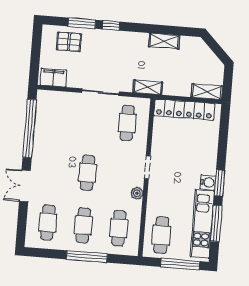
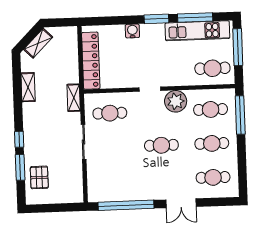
filing cabinet: (53, 78) -> (75, 188), removed
shelving: (207, 92) -> (38, 43), moved, turned 45
water cooler: (208, 182) -> (132, 31), moved
plant: (137, 193) -> (176, 101), width x1.88, depth x1.88
window: (87, 256) -> (240, 115), moved

